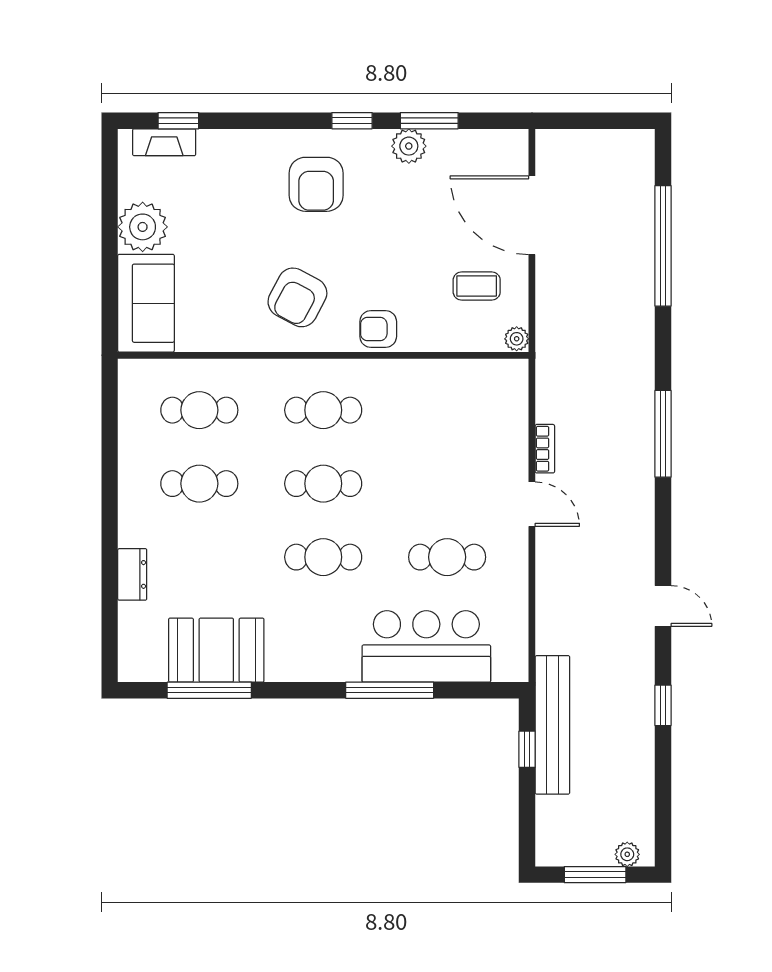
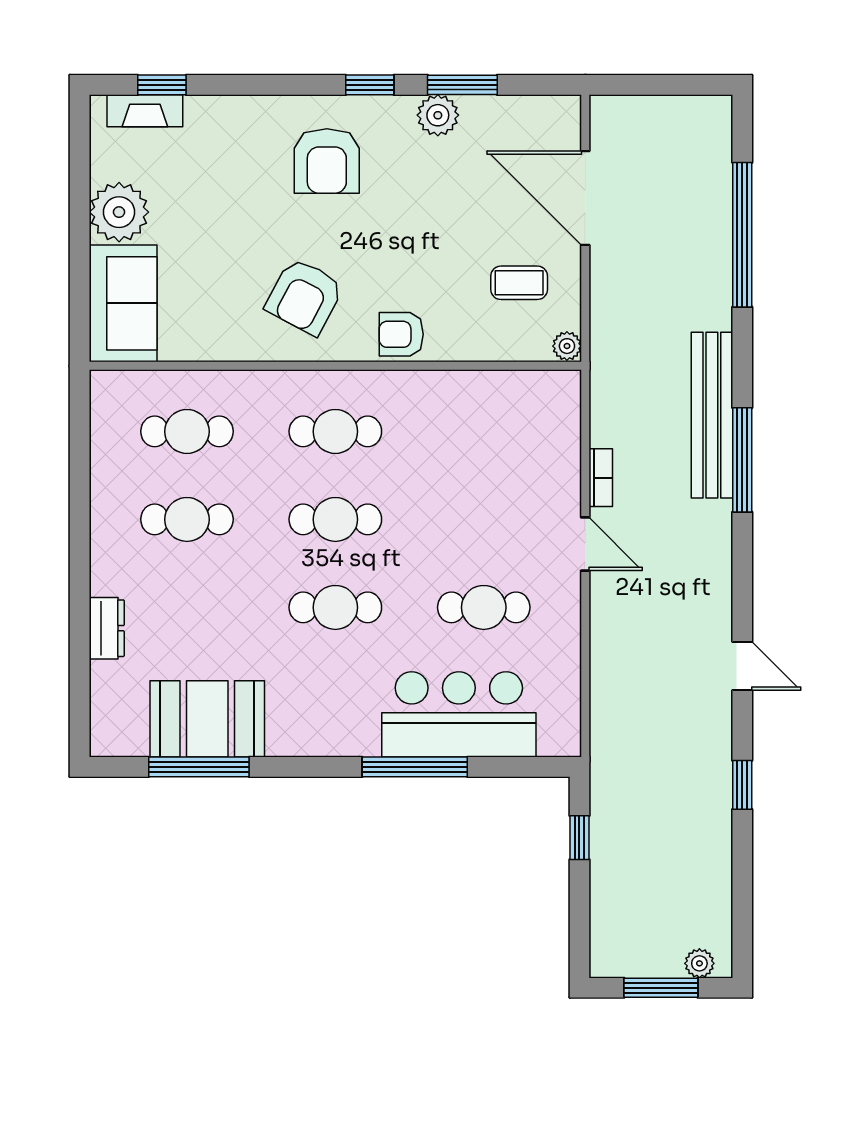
bench: (552, 725) -> (712, 415), moved

